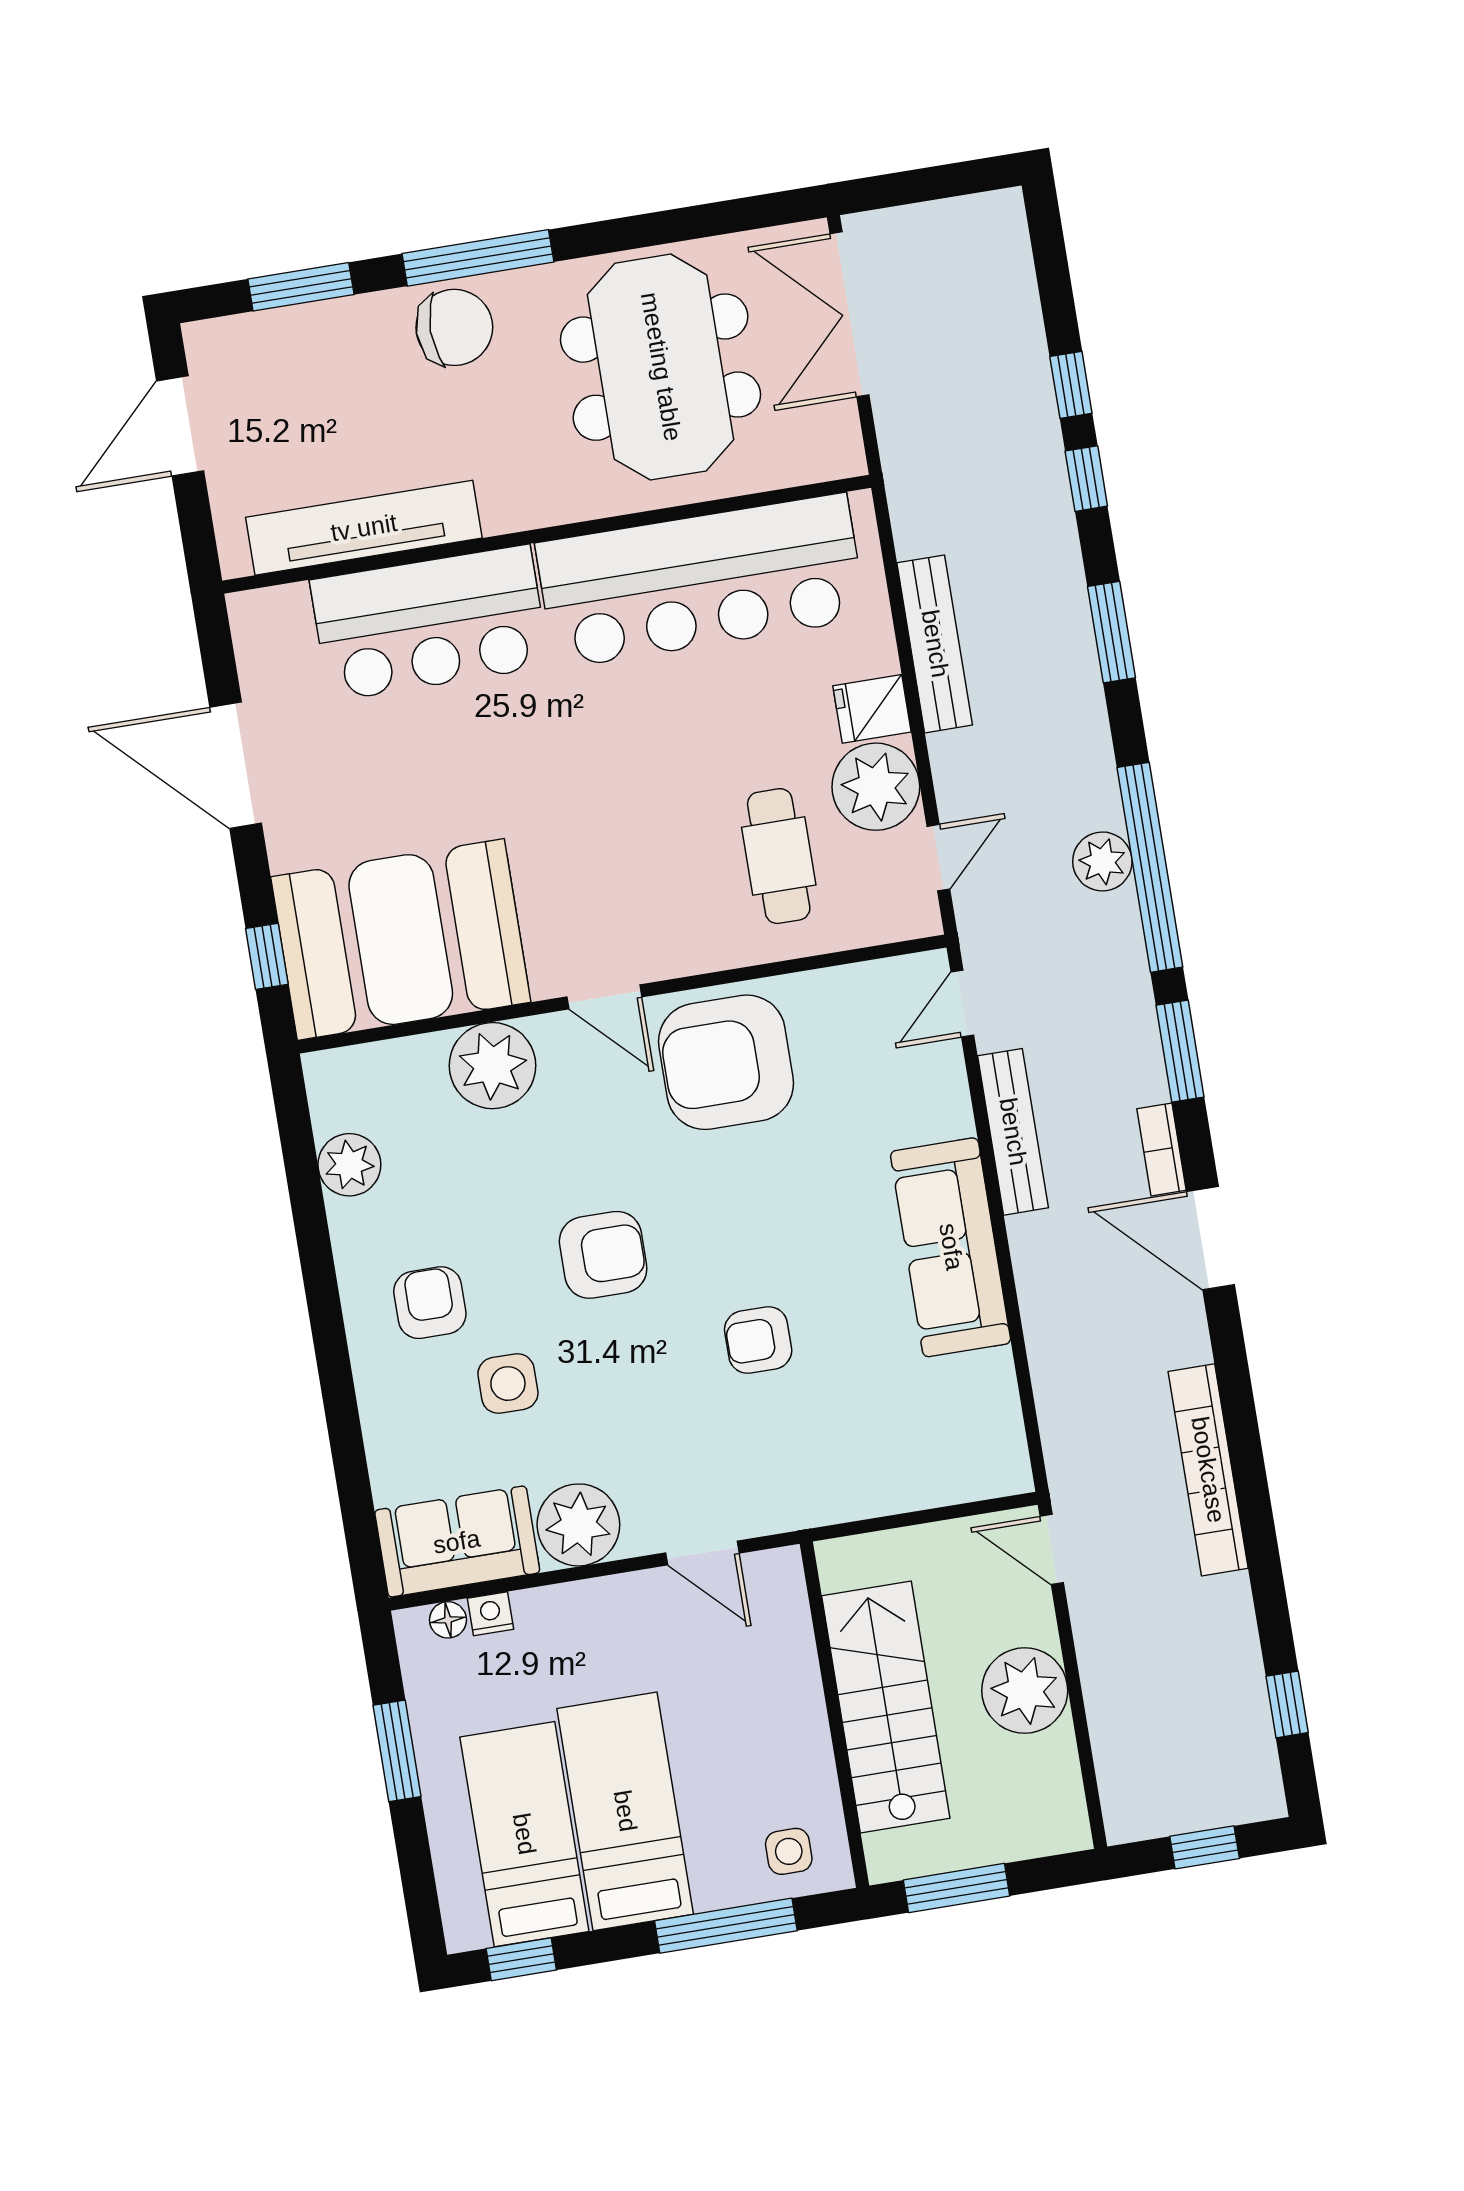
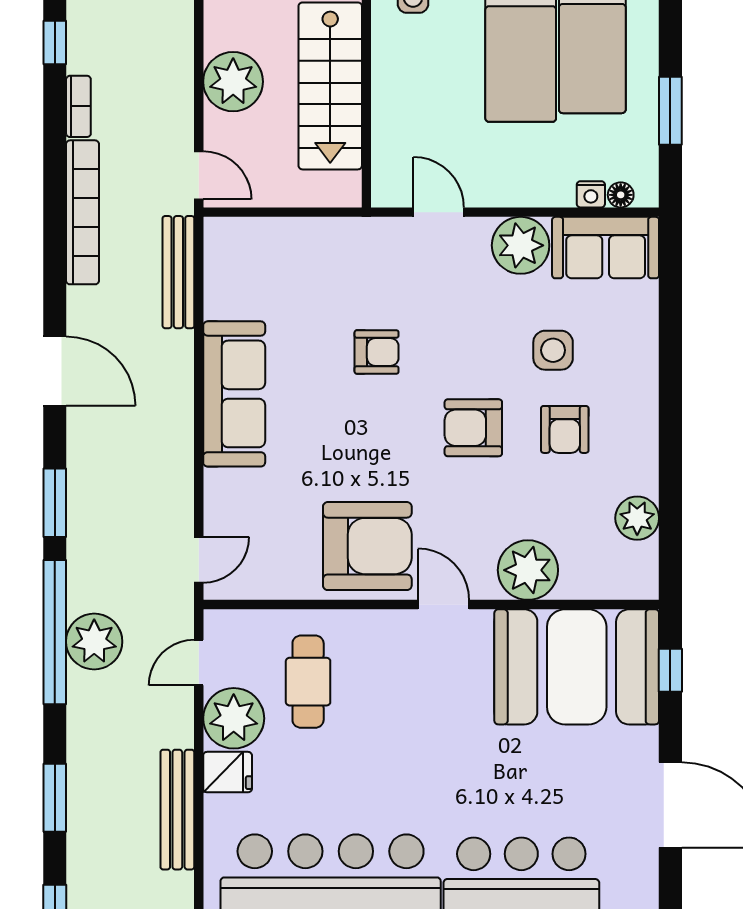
plant: (1102, 861) -> (94, 642), width x1.36, depth x1.36
bench: (1013, 1132) -> (178, 272), moved
bookcase: (1162, 1149) -> (78, 106), moved
armchair: (430, 1303) -> (565, 429), moved

